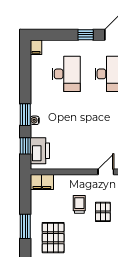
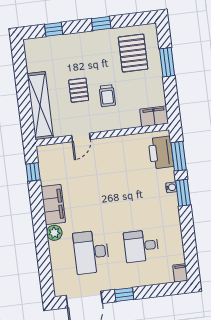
desk: (66, 74) -> (141, 246), width x0.73
window: (25, 146) -> (179, 156), width x1.50

